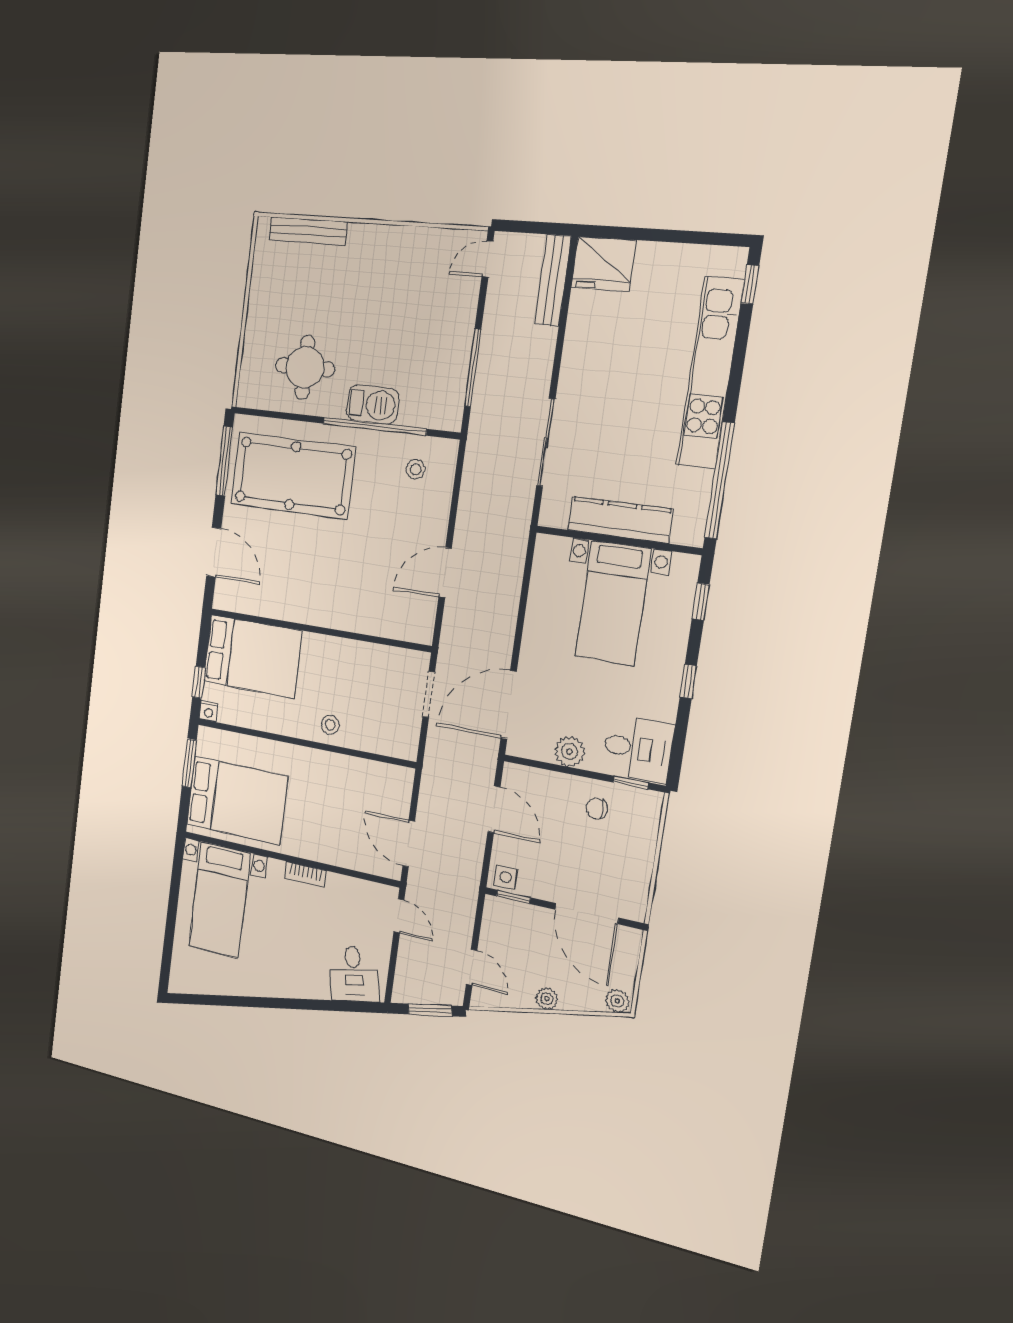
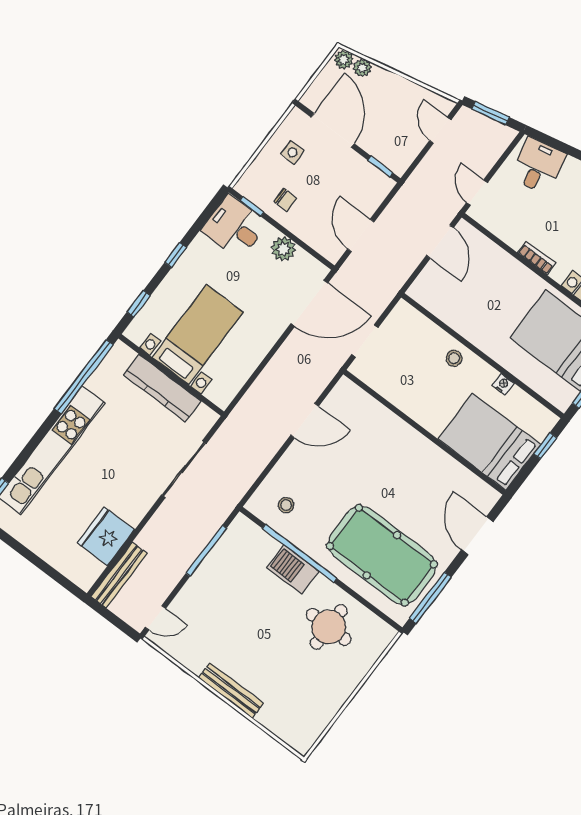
bench: (308, 231) -> (231, 691), moved
fridge: (604, 264) -> (106, 536), moved, turned -90
nightstand: (209, 712) -> (503, 384), moved
side table: (506, 877) -> (292, 152), moved
plant: (547, 999) -> (362, 68), moved

